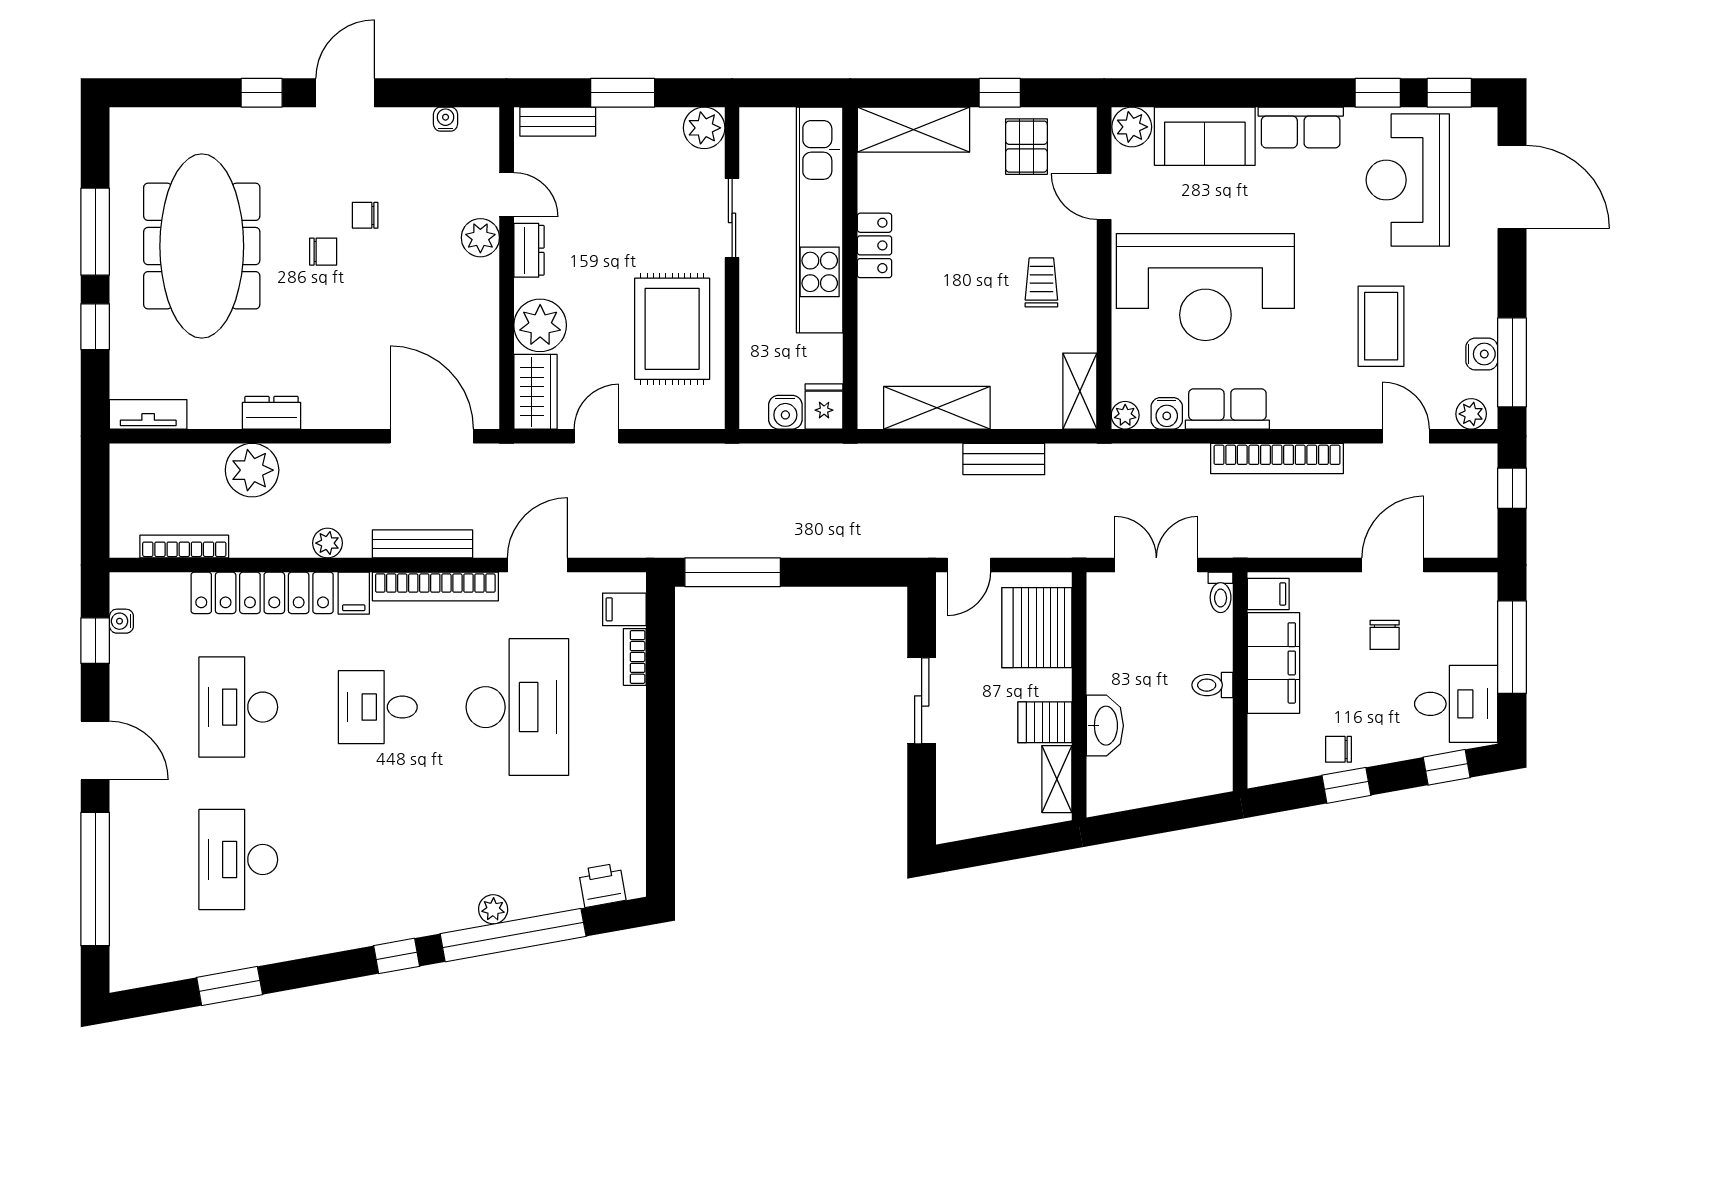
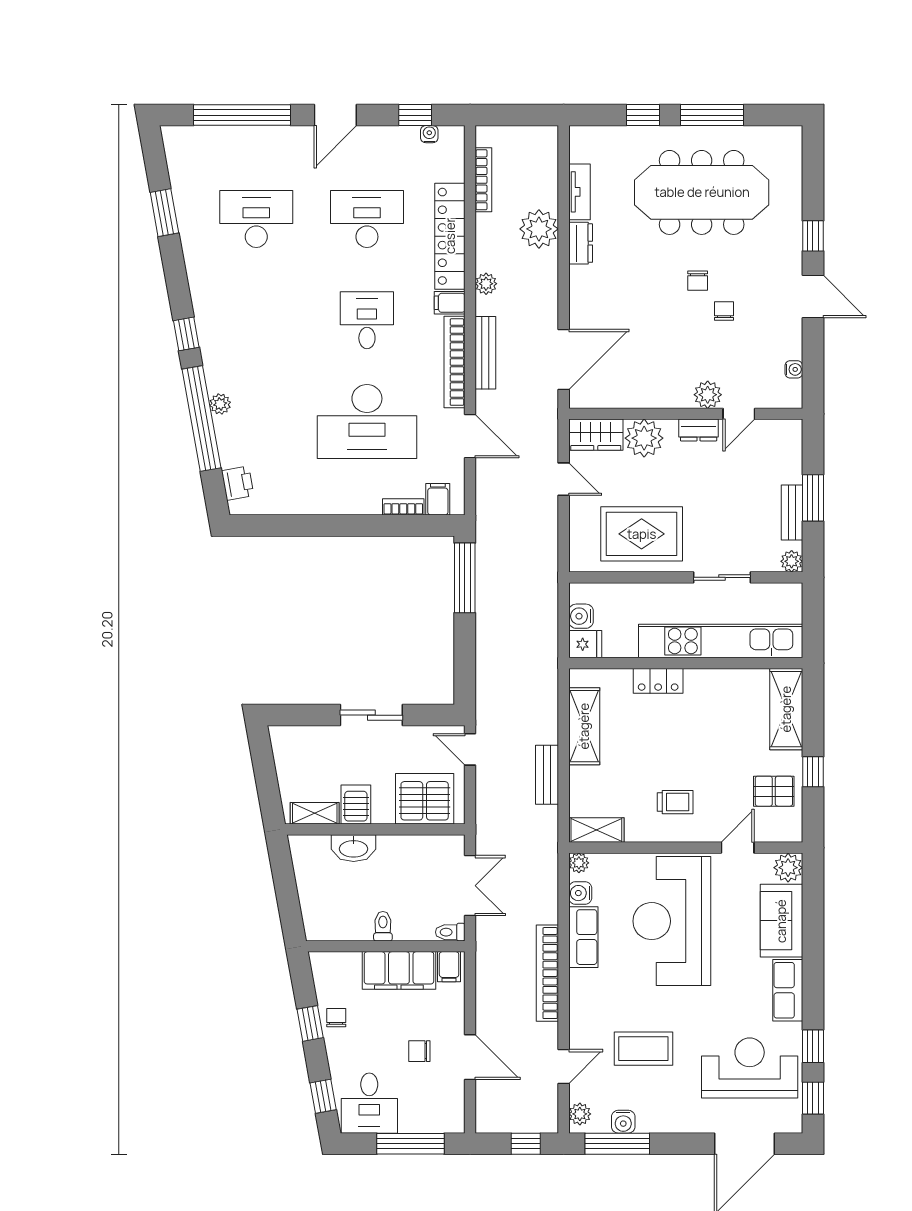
bench: (558, 122) -> (792, 512), moved
plant: (704, 128) -> (792, 561), width x0.73, depth x0.73
locker: (874, 245) -> (658, 681), moved
tv unit: (148, 414) -> (579, 192), moved

